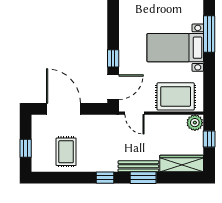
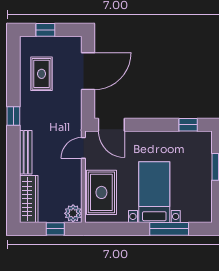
window: (113, 58) -> (188, 125), moved
rug: (66, 152) -> (42, 74), turned 90
window: (143, 178) -> (13, 157), removed

